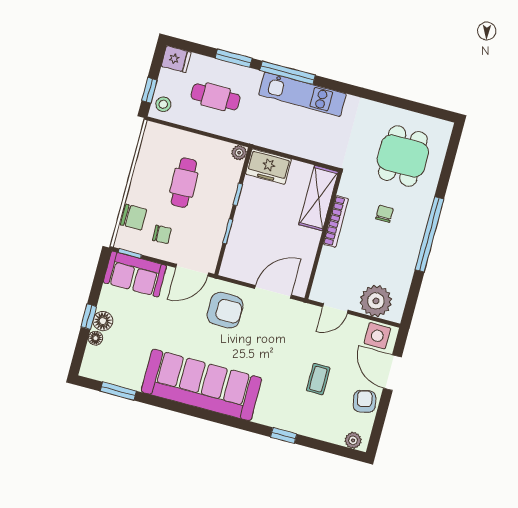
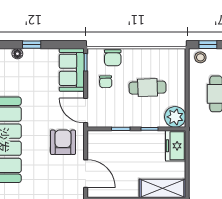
plant: (239, 153) -> (175, 117), width x1.88, depth x1.88
armchair: (225, 310) -> (63, 142), turned 180
floor lamp: (103, 321) -> (31, 56), removed

